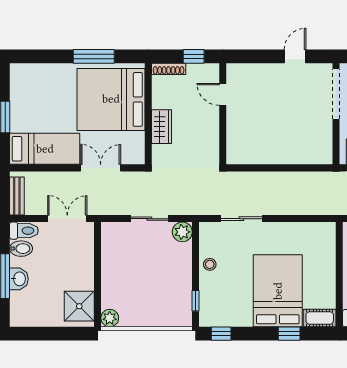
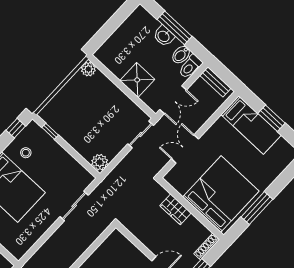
bed: (45, 149) -> (251, 125), moved, turned -90
double door: (101, 168) -> (185, 149), swing flipped
sliding door: (149, 219) -> (141, 135), moved
stool: (210, 264) -> (26, 153), moved
shower: (79, 306) -> (137, 80), moved

